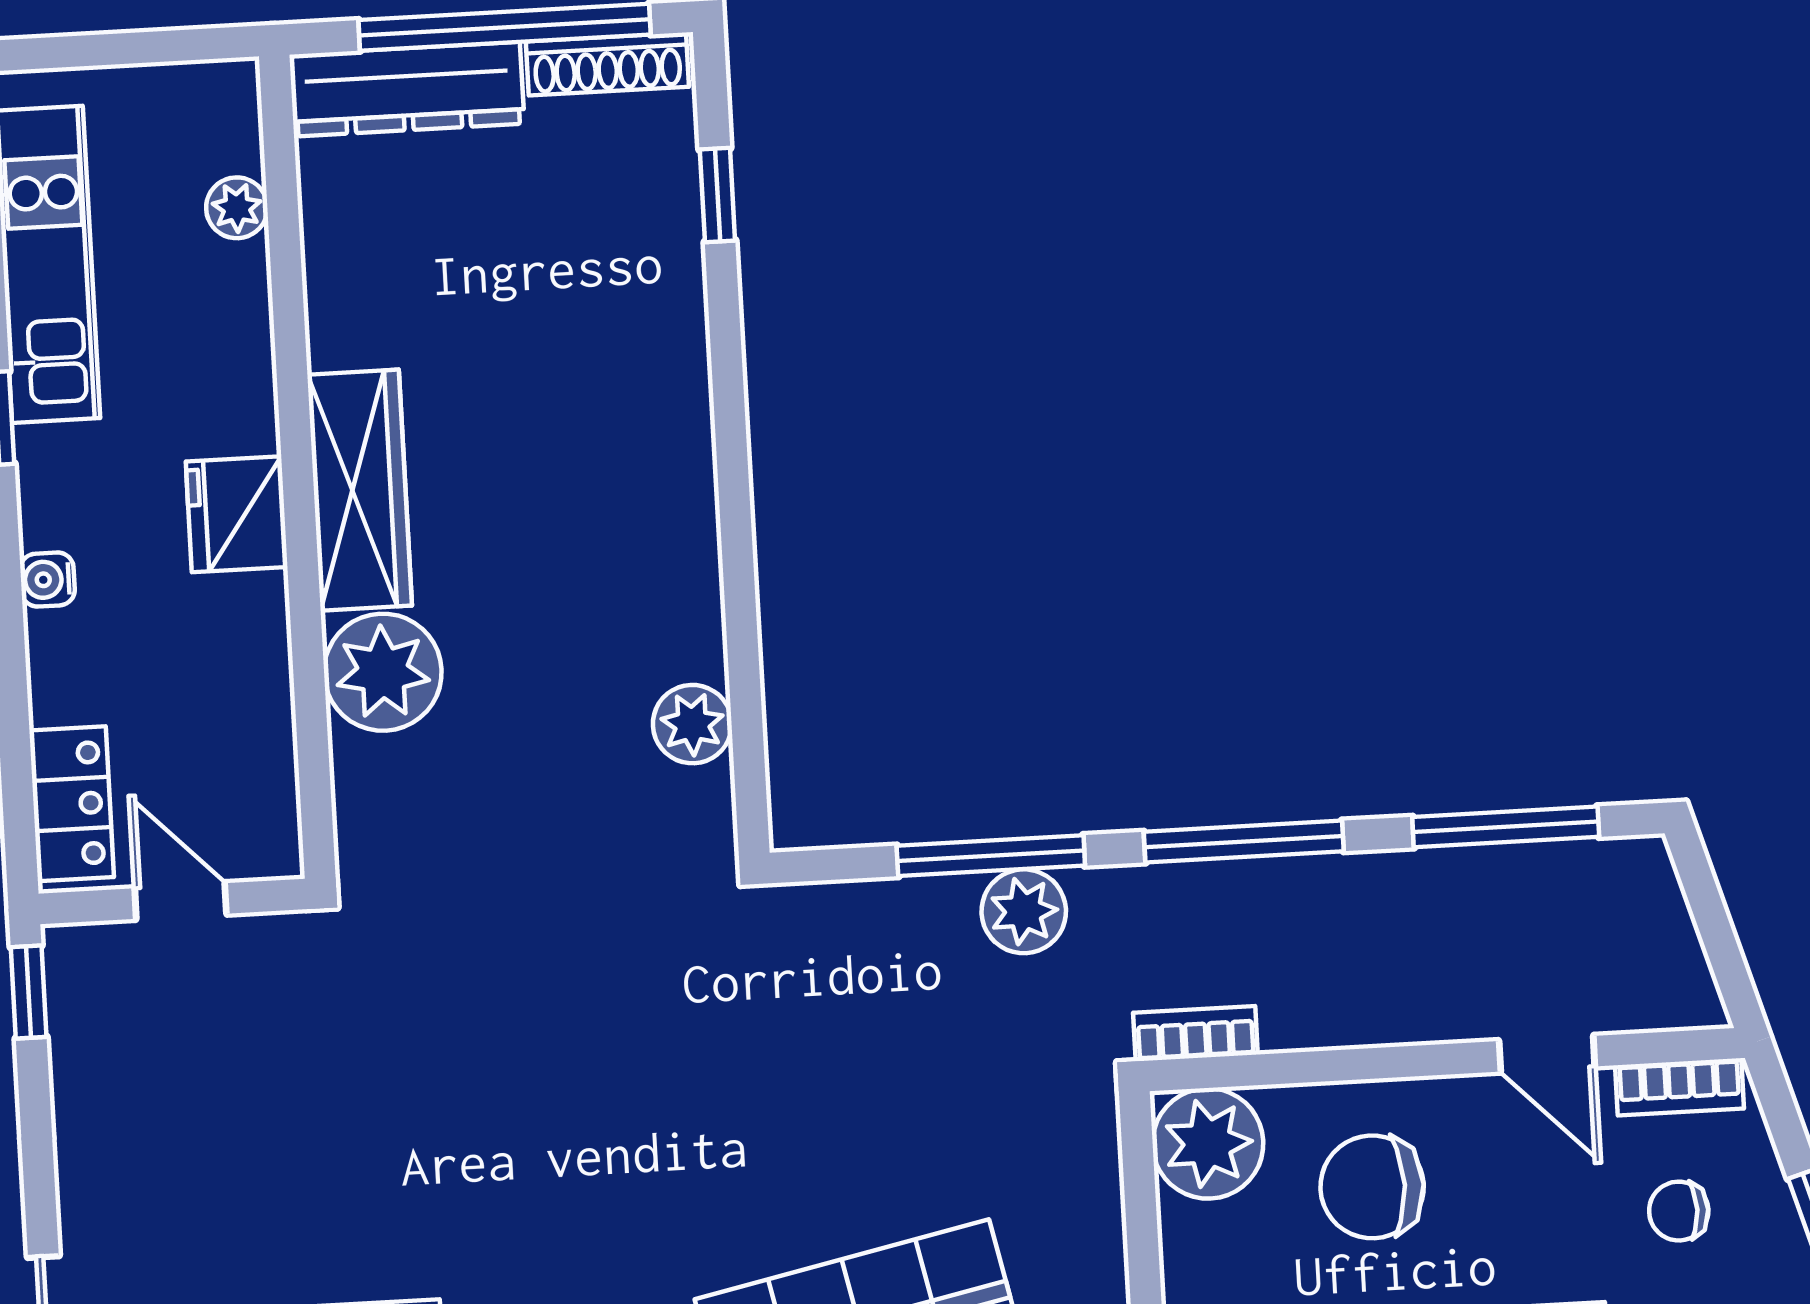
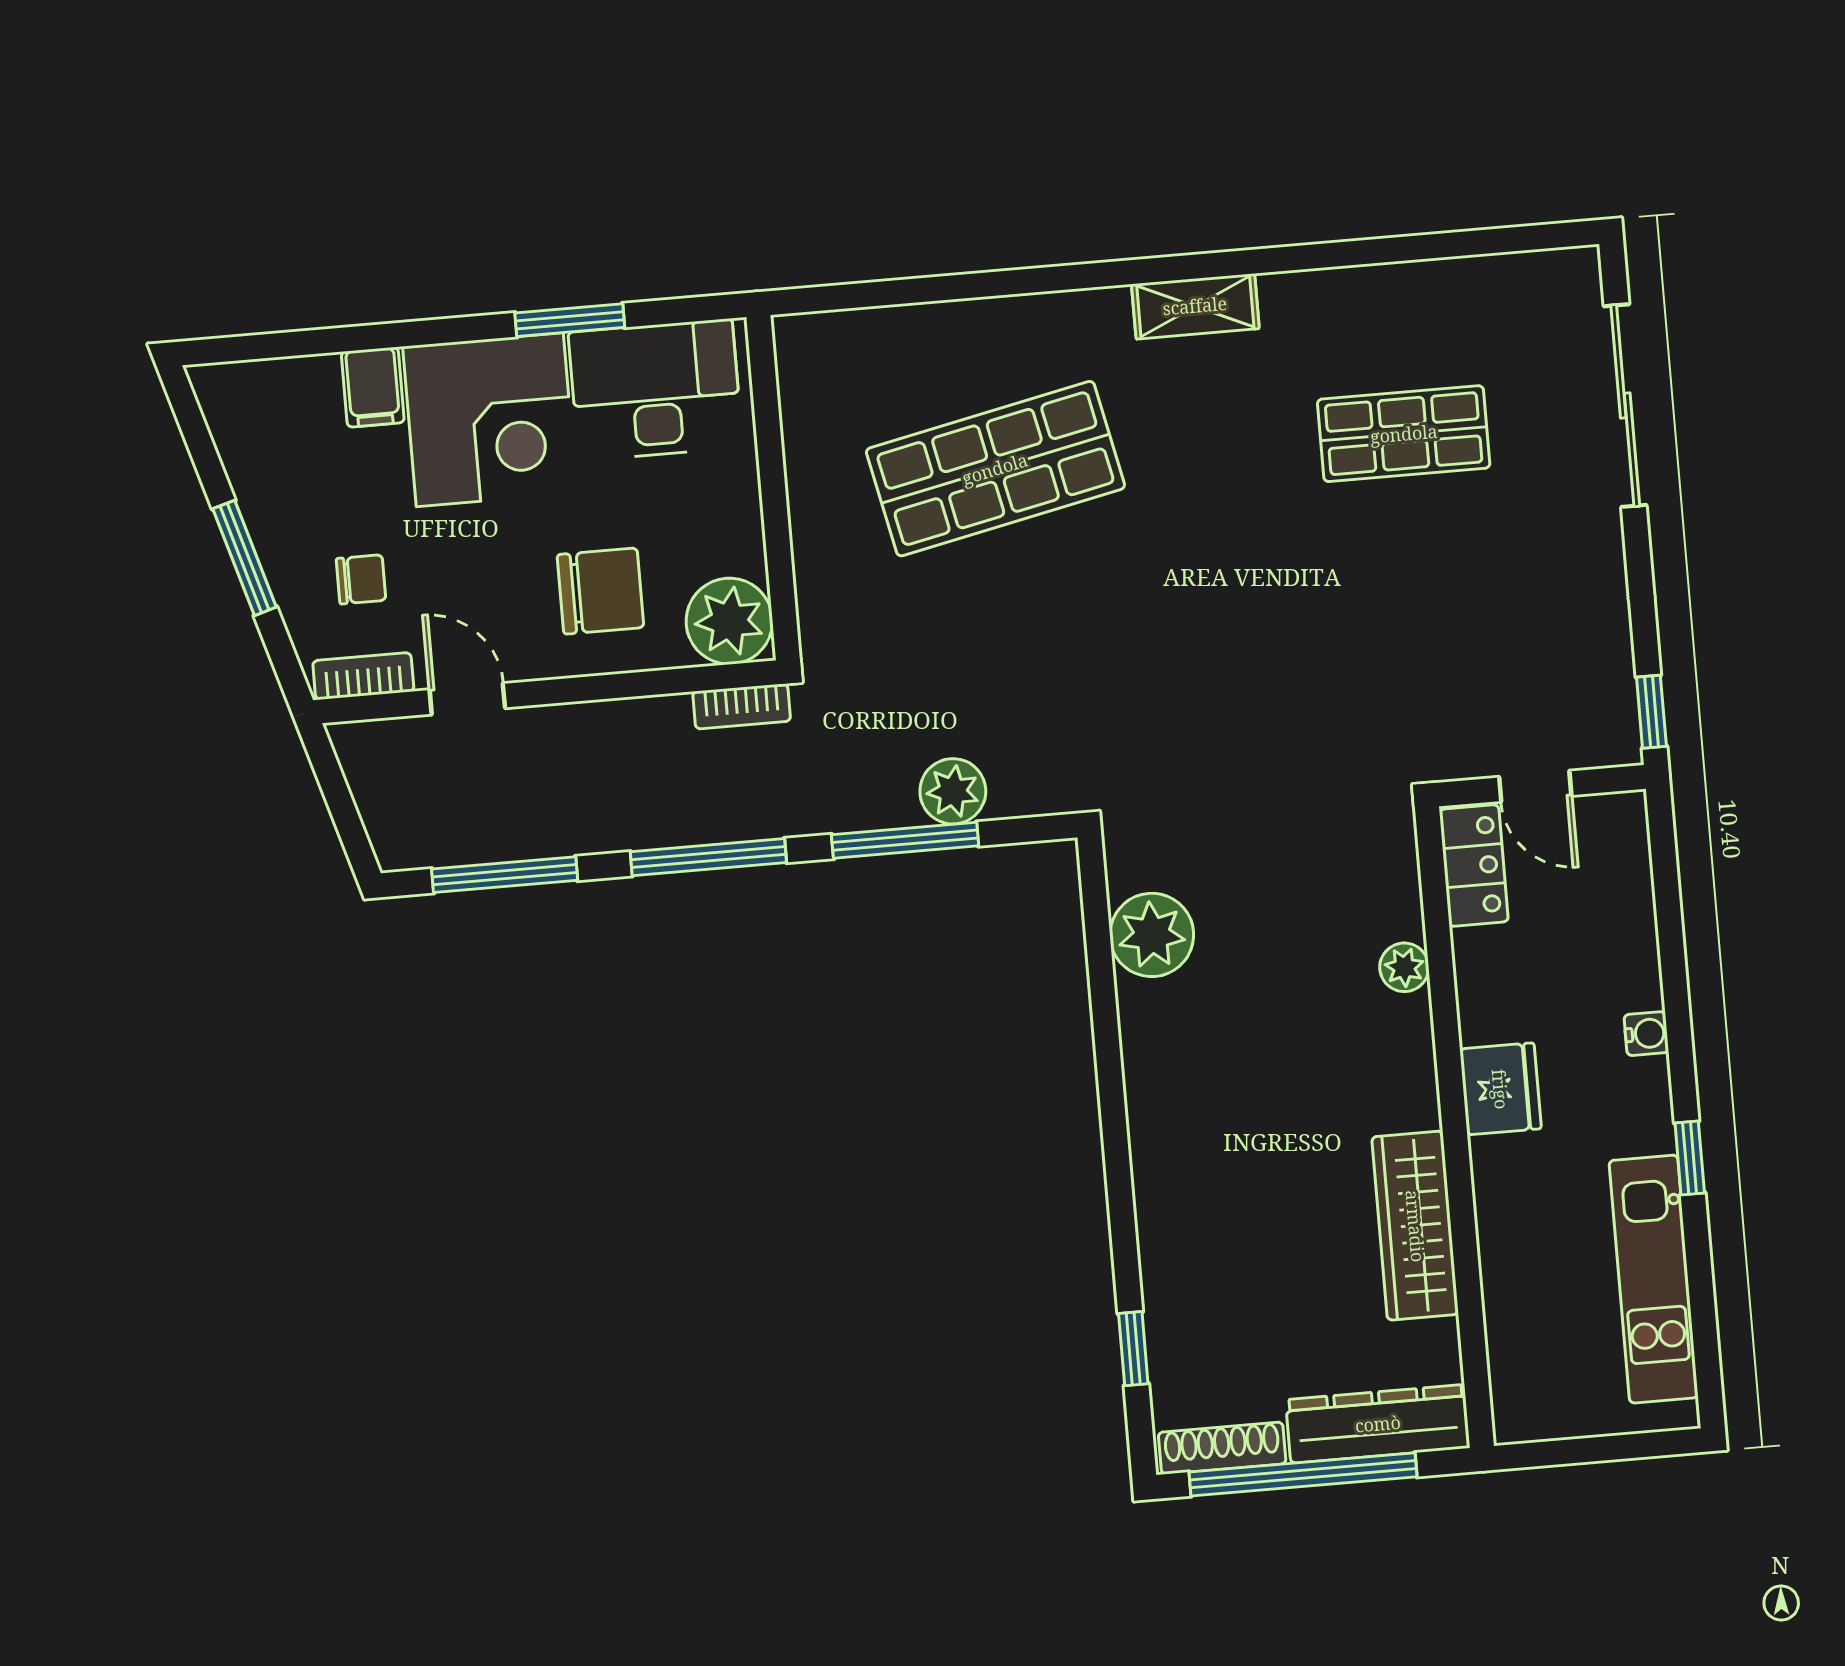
plant: (237, 208) -> (1507, 1328), removed
wardrobe: (360, 490) -> (1415, 1226), moved
plant: (383, 672) -> (1404, 967), width x0.53, depth x0.53
plant: (692, 724) -> (1152, 935), width x1.36, depth x1.36
locker: (72, 804) -> (1474, 866), moved, turned 180
plant: (1024, 911) -> (953, 791), moved

